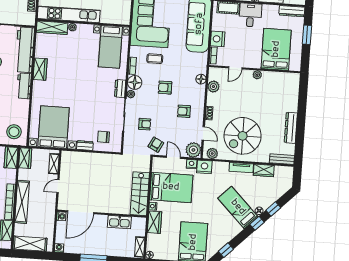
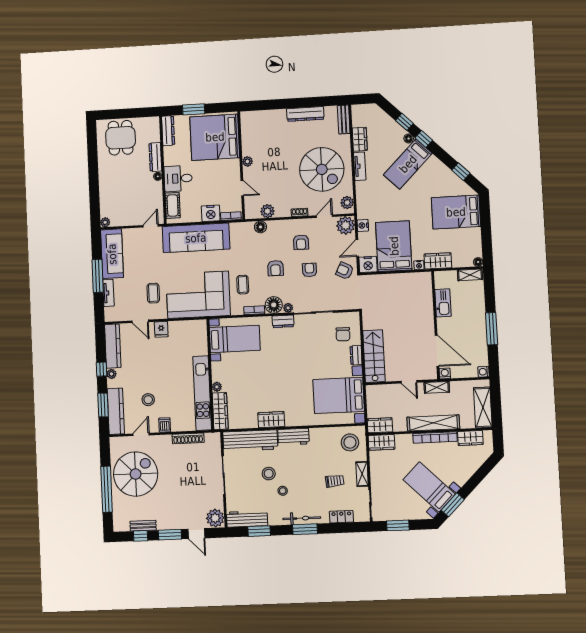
bed: (276, 49) -> (215, 137), width x1.36
armchair: (145, 124) -> (309, 270), moved
shelving: (54, 164) -> (437, 387), moved
nightstand: (204, 167) -> (368, 264), moved, turned -90
stairs: (140, 194) -> (374, 356), moved, turned -90

